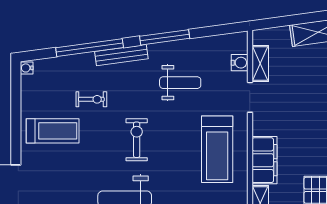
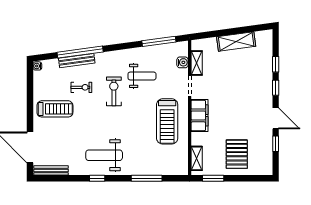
window: (165, 37) -> (159, 41), moved
bench: (121, 55) -> (77, 61), moved
exercise bike: (137, 140) -> (114, 91), moved
filing cabinet: (264, 160) -> (199, 115), moved

